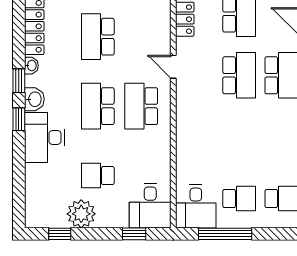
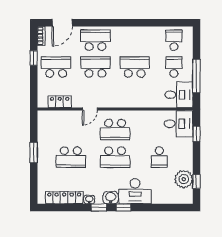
school desk: (239, 137) -> (135, 67), added
plant: (81, 214) -> (184, 179), moved

